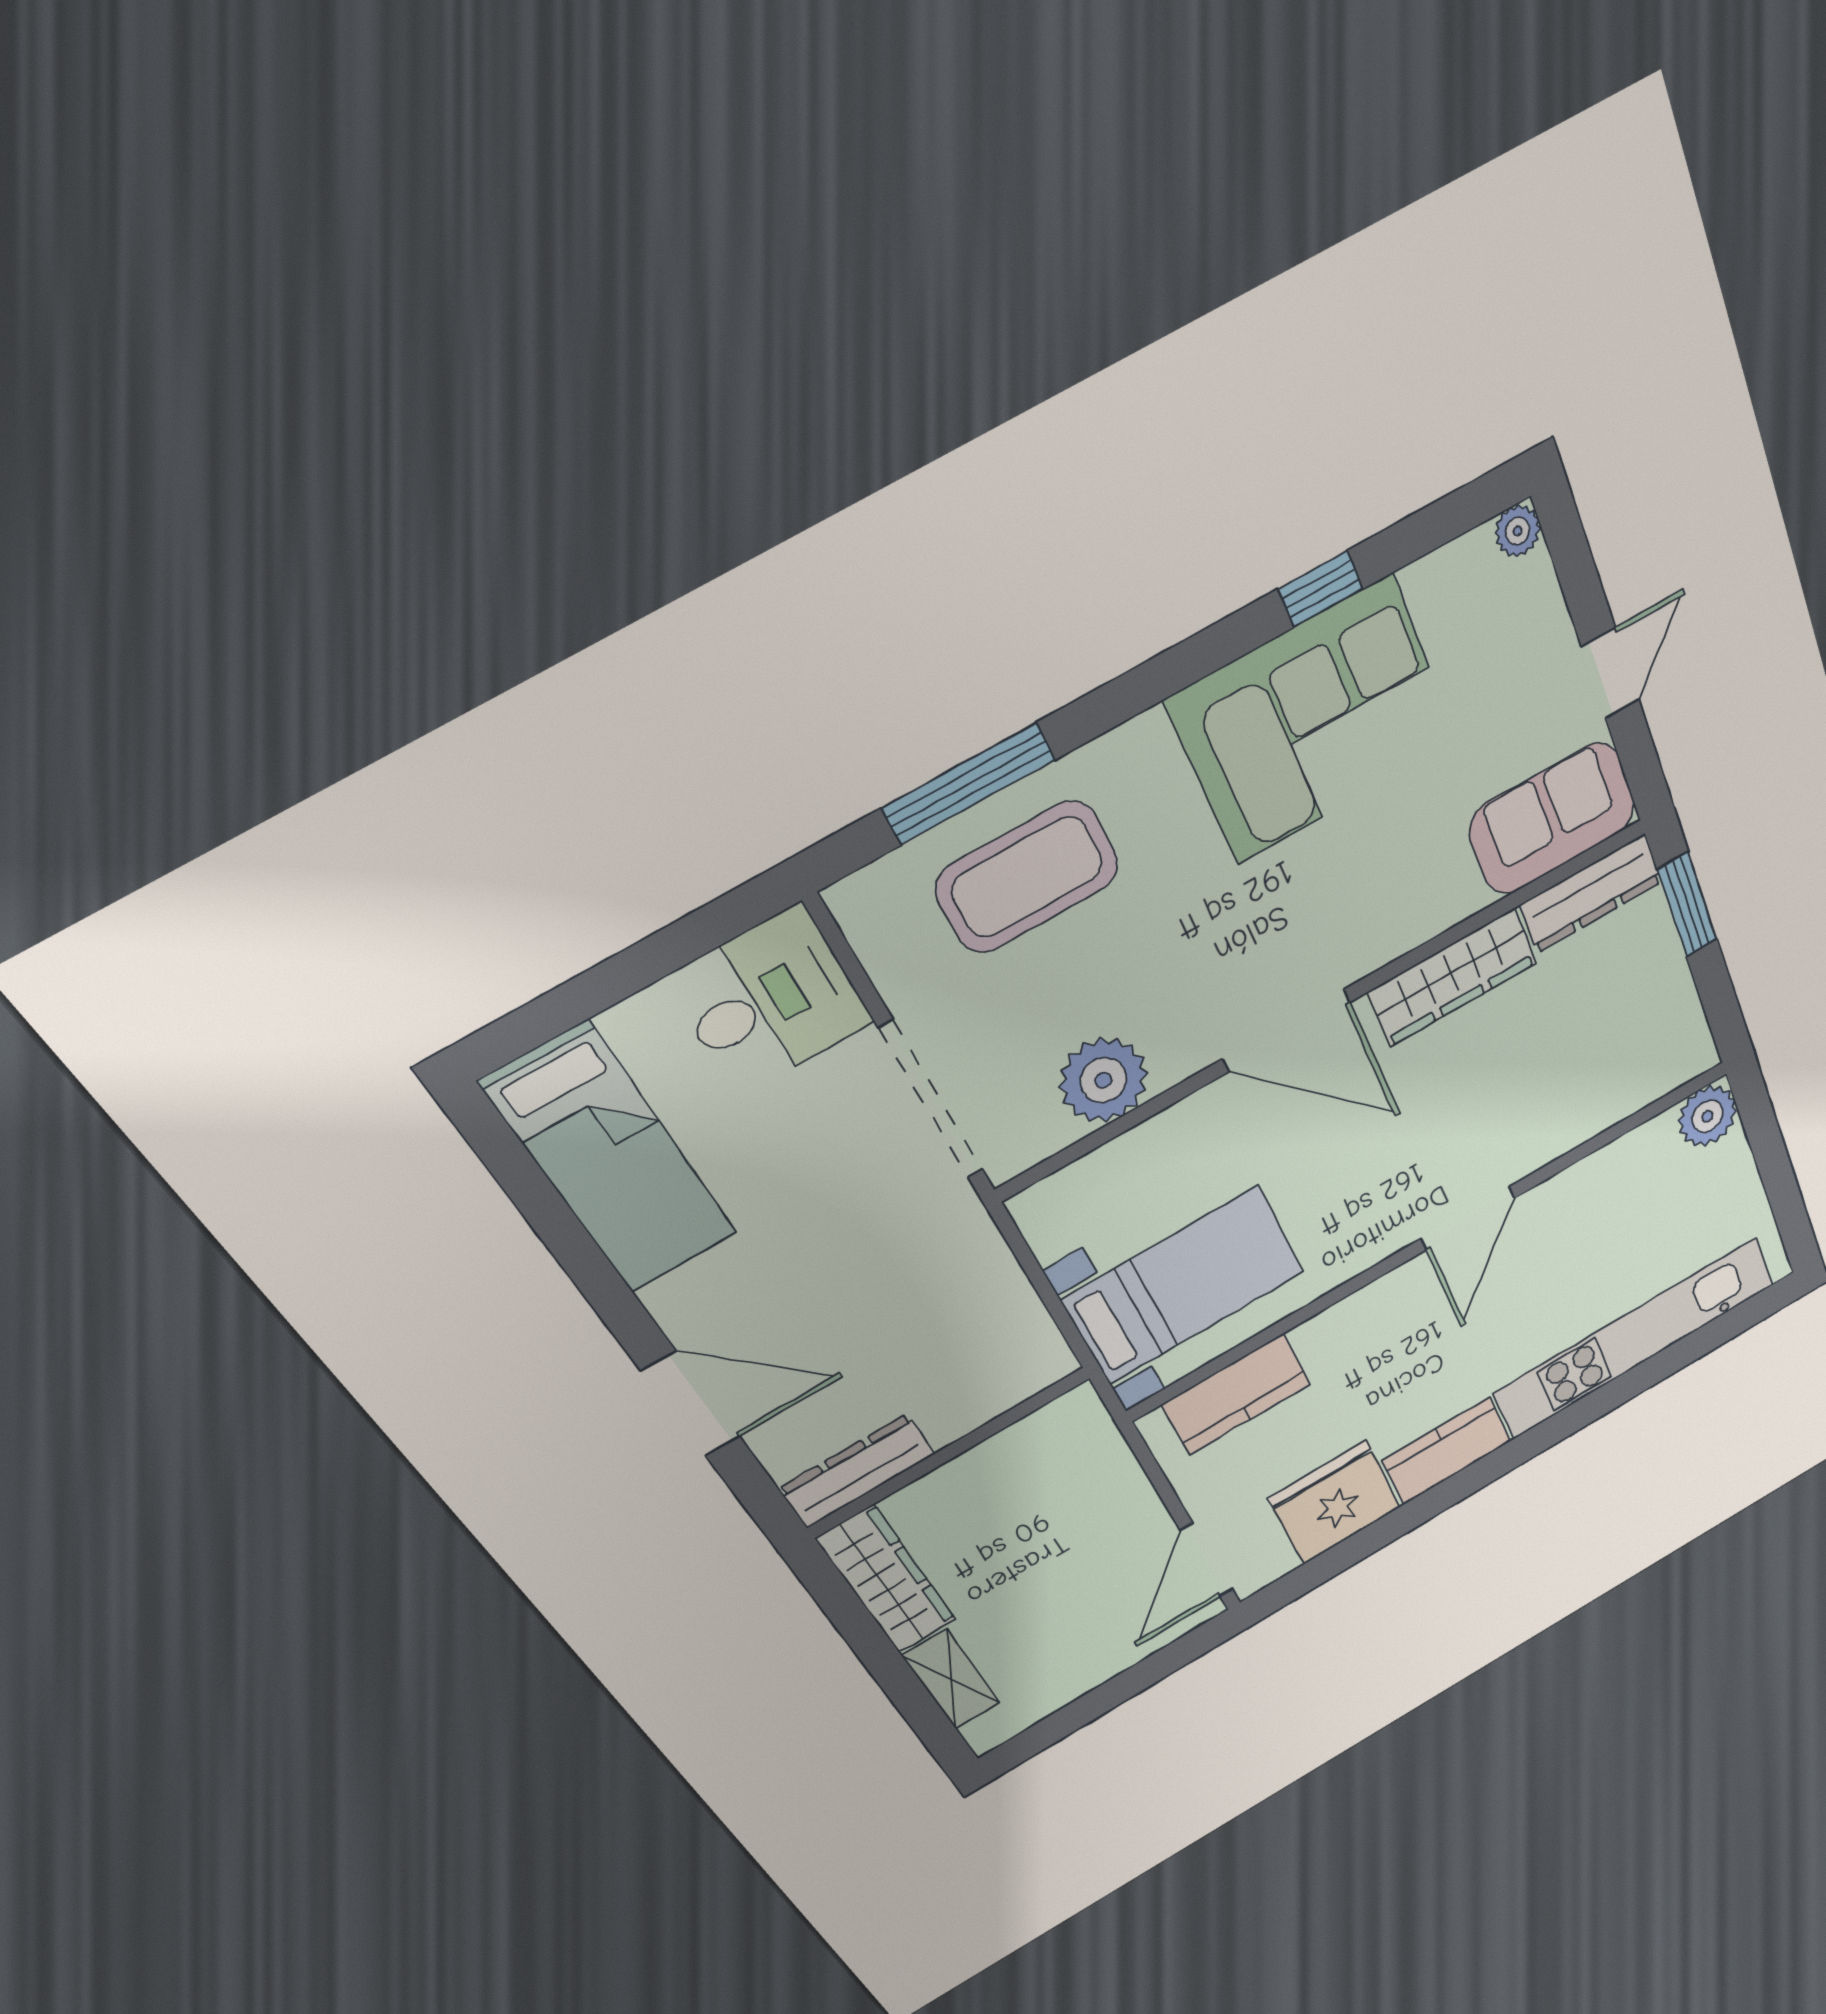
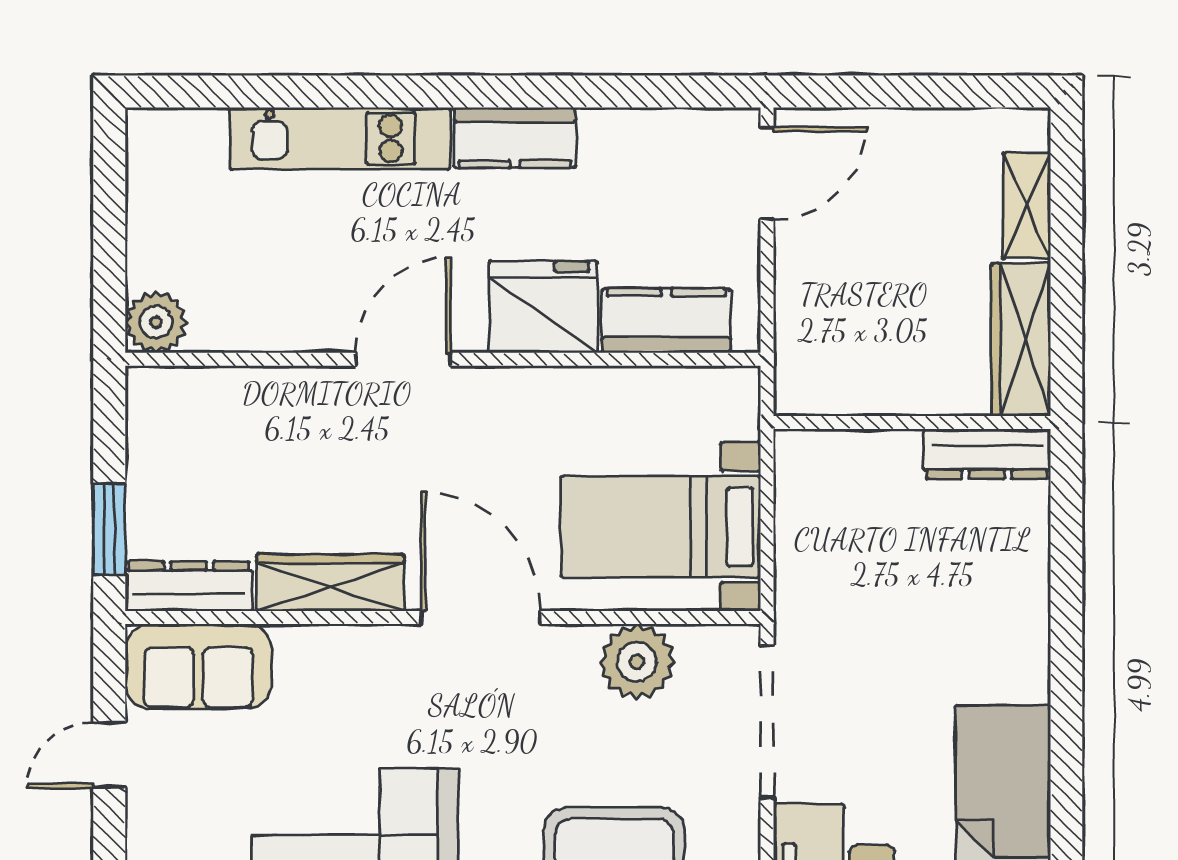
bed with nightstands: (1184, 1286) -> (661, 527), moved
kitchen unit: (1635, 1338) -> (340, 138), width x0.73
door: (691, 1404) -> (1066, 591), removed
fridge: (1335, 1503) -> (543, 307), moved, turned 180

